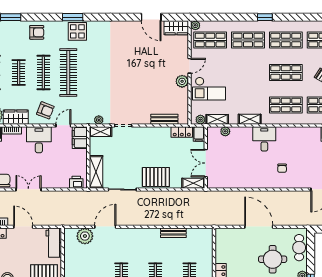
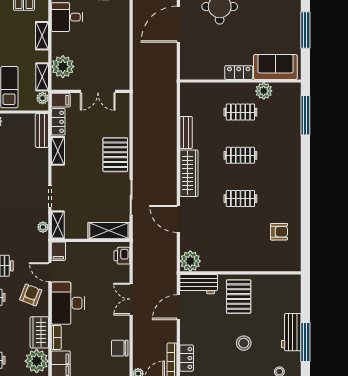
bench: (164, 119) -> (42, 131), moved
plant: (225, 131) -> (63, 67), width x1.88, depth x1.88
filing cabinet: (80, 138) -> (58, 251), width x0.50
desk: (39, 140) -> (68, 303), width x1.37
shelving: (193, 183) -> (58, 151), moved
double door: (28, 189) -> (131, 299), moved
door: (23, 227) -> (178, 307), moved
wardrobe: (141, 235) -> (189, 173), added
plant: (85, 236) -> (190, 261), moved

